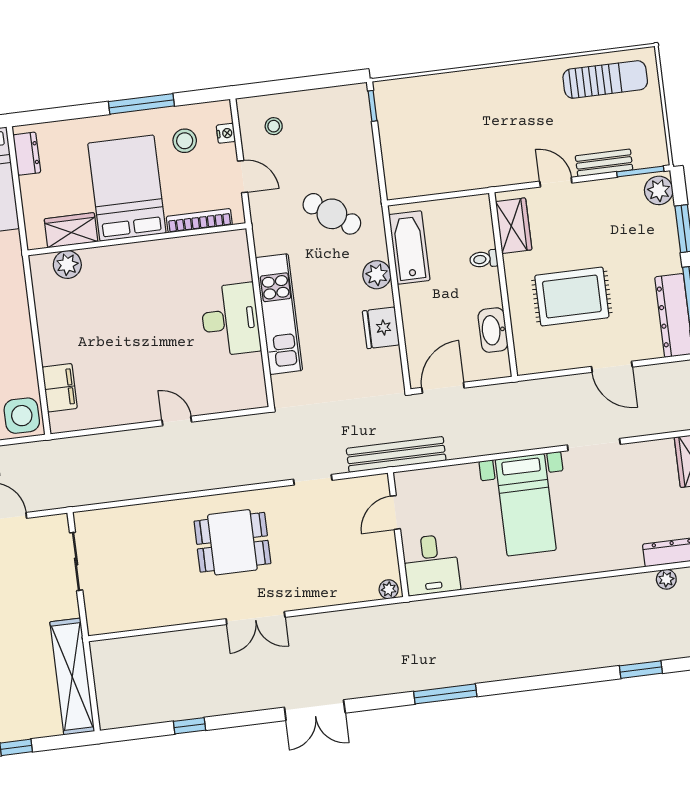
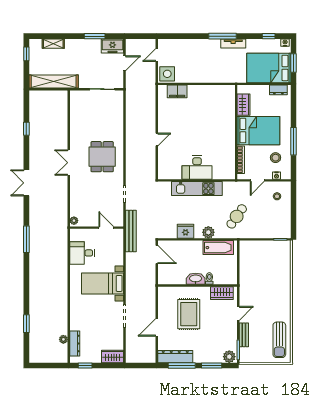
plant: (67, 265) -> (229, 101), removed
washbasin: (493, 330) -> (196, 279), moved
desk: (431, 565) -> (82, 253), moved

